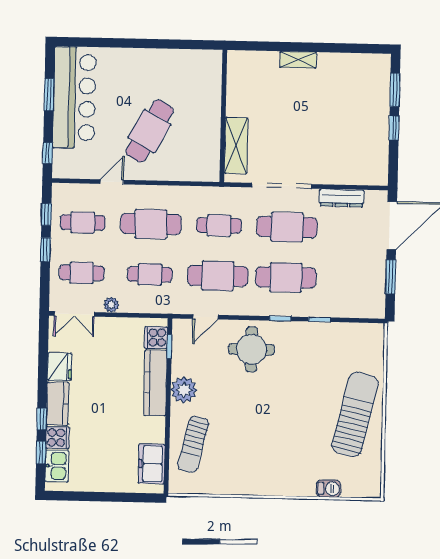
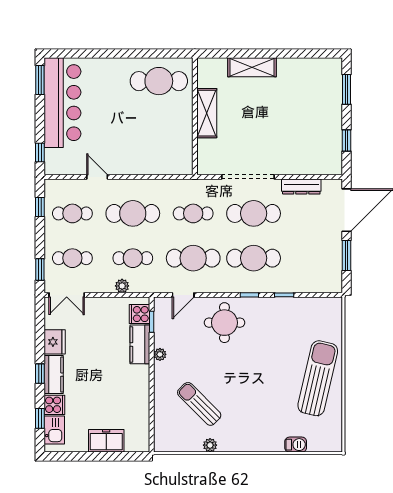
shelving: (298, 60) -> (252, 67), width x1.50, depth x1.33
window: (49, 95) -> (40, 80), moved
window: (394, 128) -> (346, 140), moved
cafe table: (149, 131) -> (159, 81), moved, turned 61
shelving: (236, 146) -> (207, 113), moved
door: (112, 182) -> (97, 177), hinge flipped
window: (46, 250) -> (40, 269), moved
plant: (111, 305) -> (122, 286), moved
kitchen counter: (155, 383) -> (140, 344), width x0.67
plant: (184, 390) -> (160, 354), width x0.53, depth x0.53
window: (42, 419) -> (40, 374), moved
sun lounger: (193, 444) -> (199, 404), moved, turned 121
freezer: (152, 464) -> (106, 441), moved, turned 90
plant: (232, 487) -> (210, 445), added

